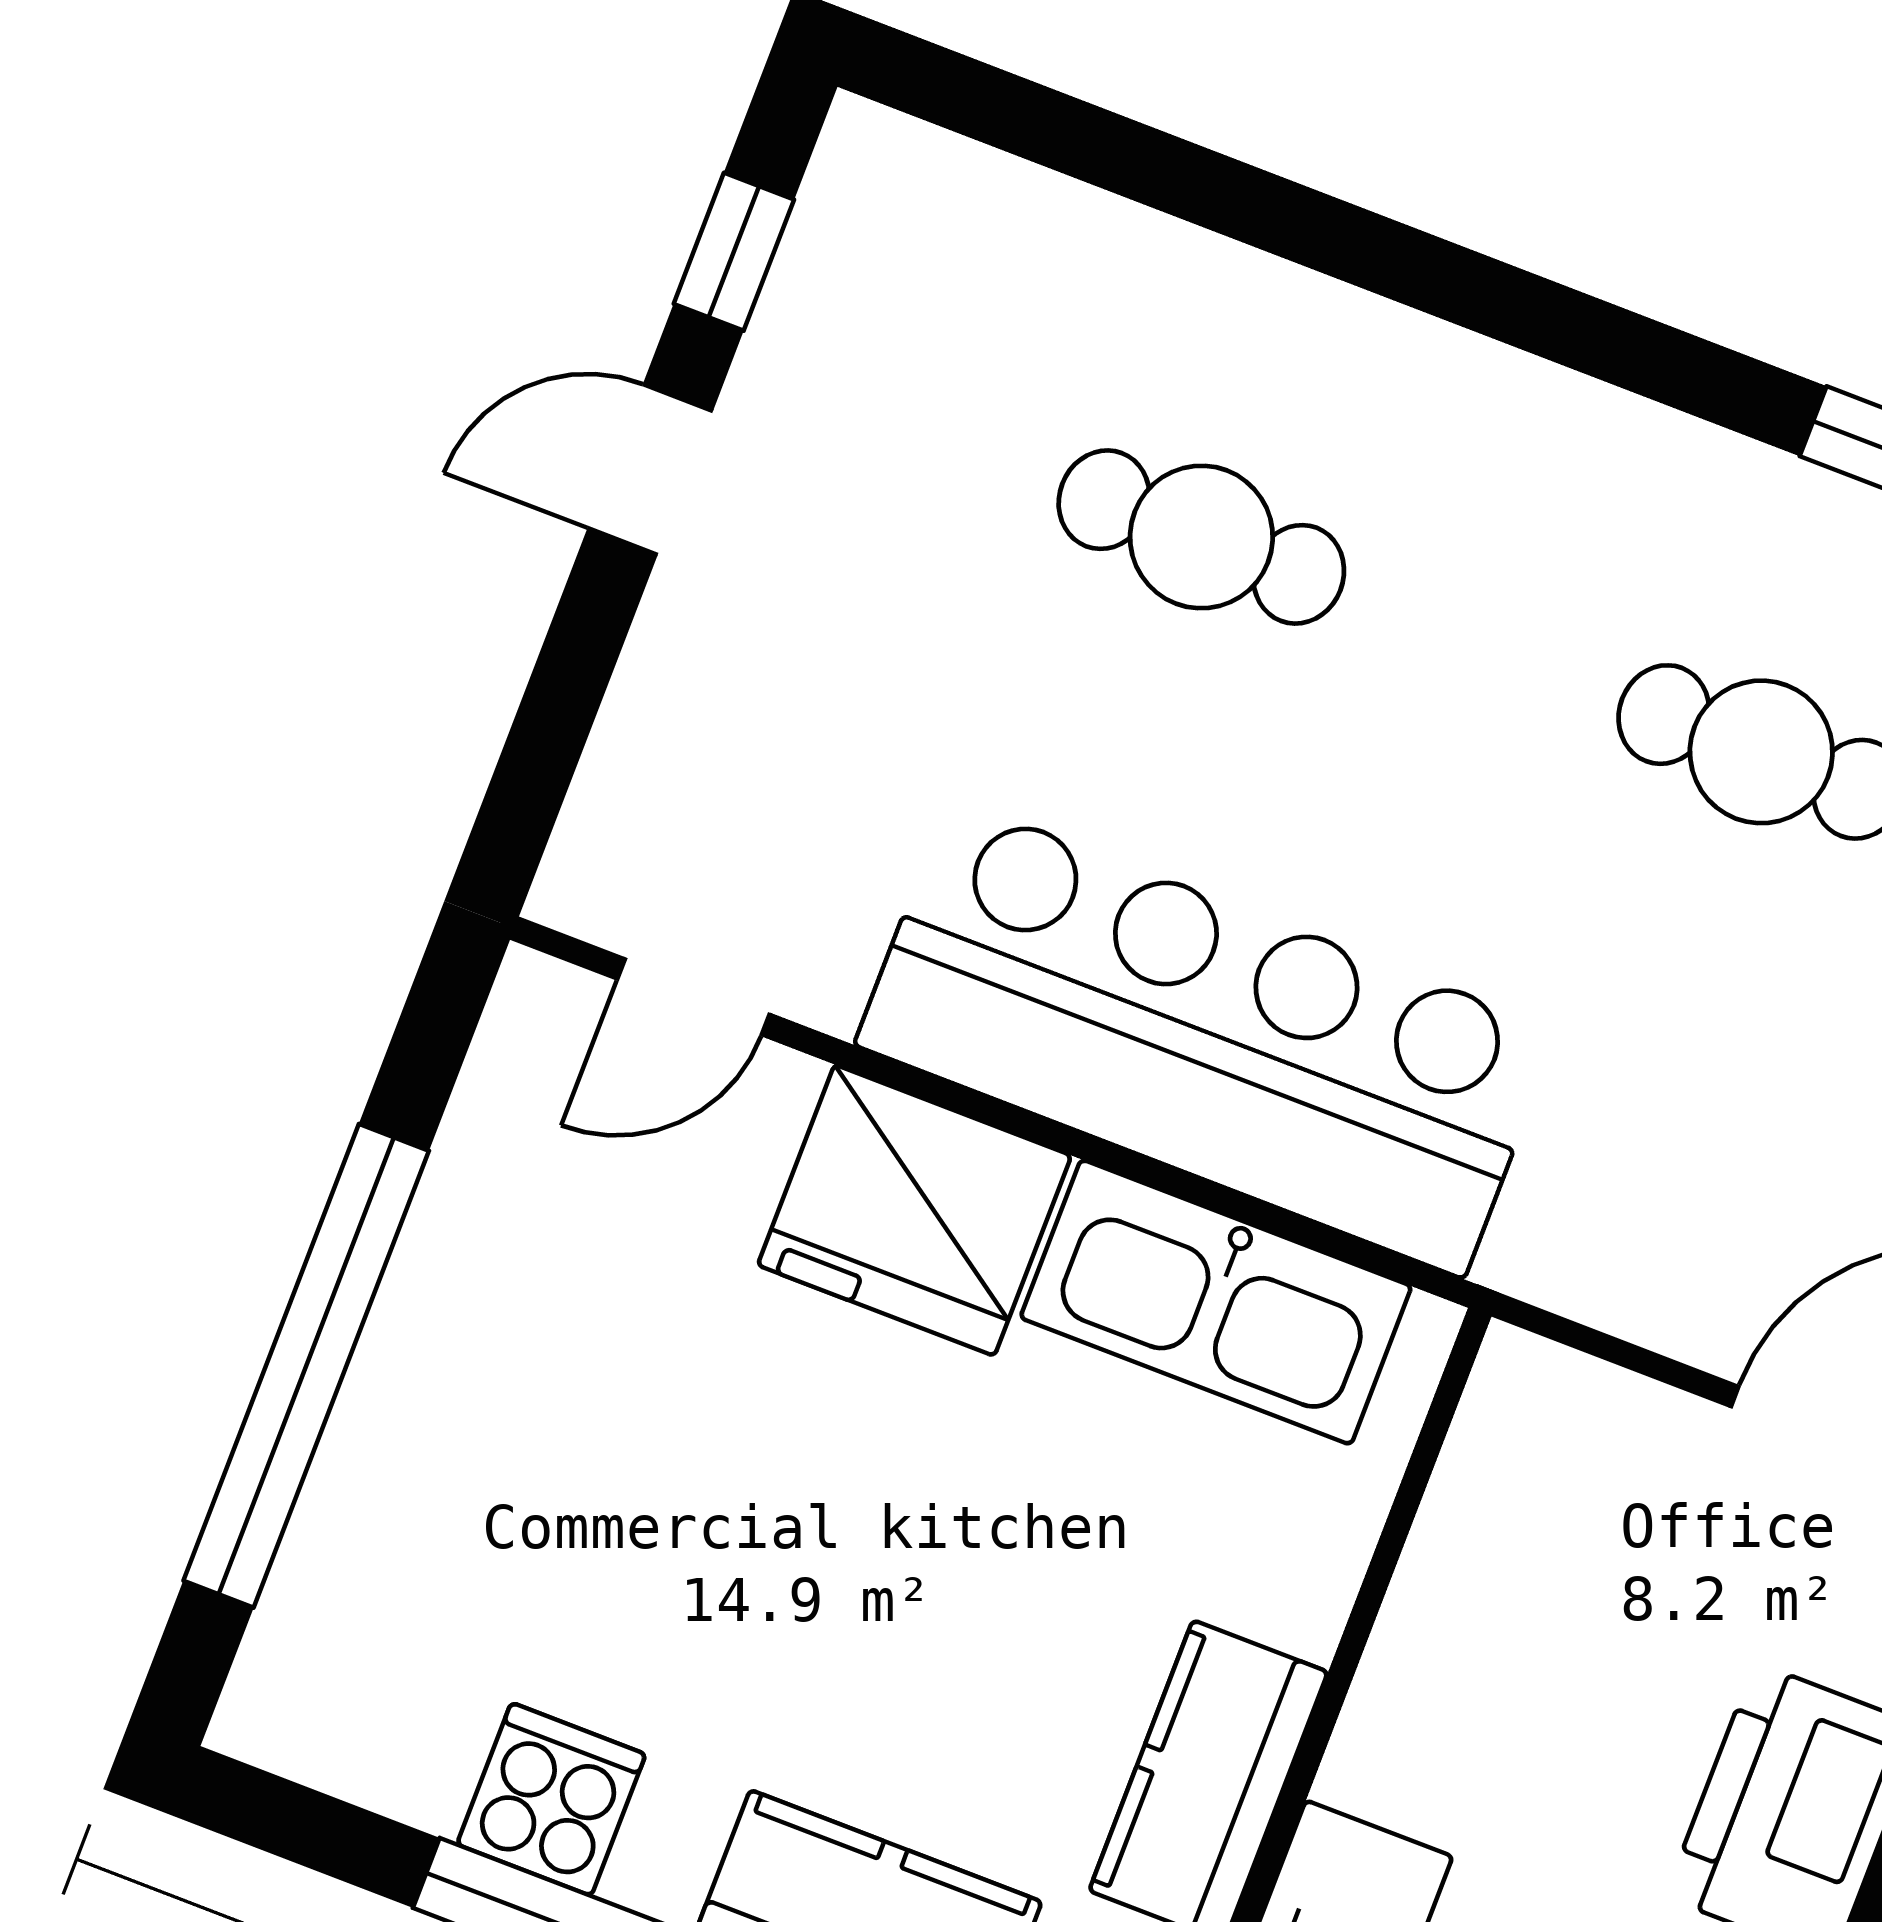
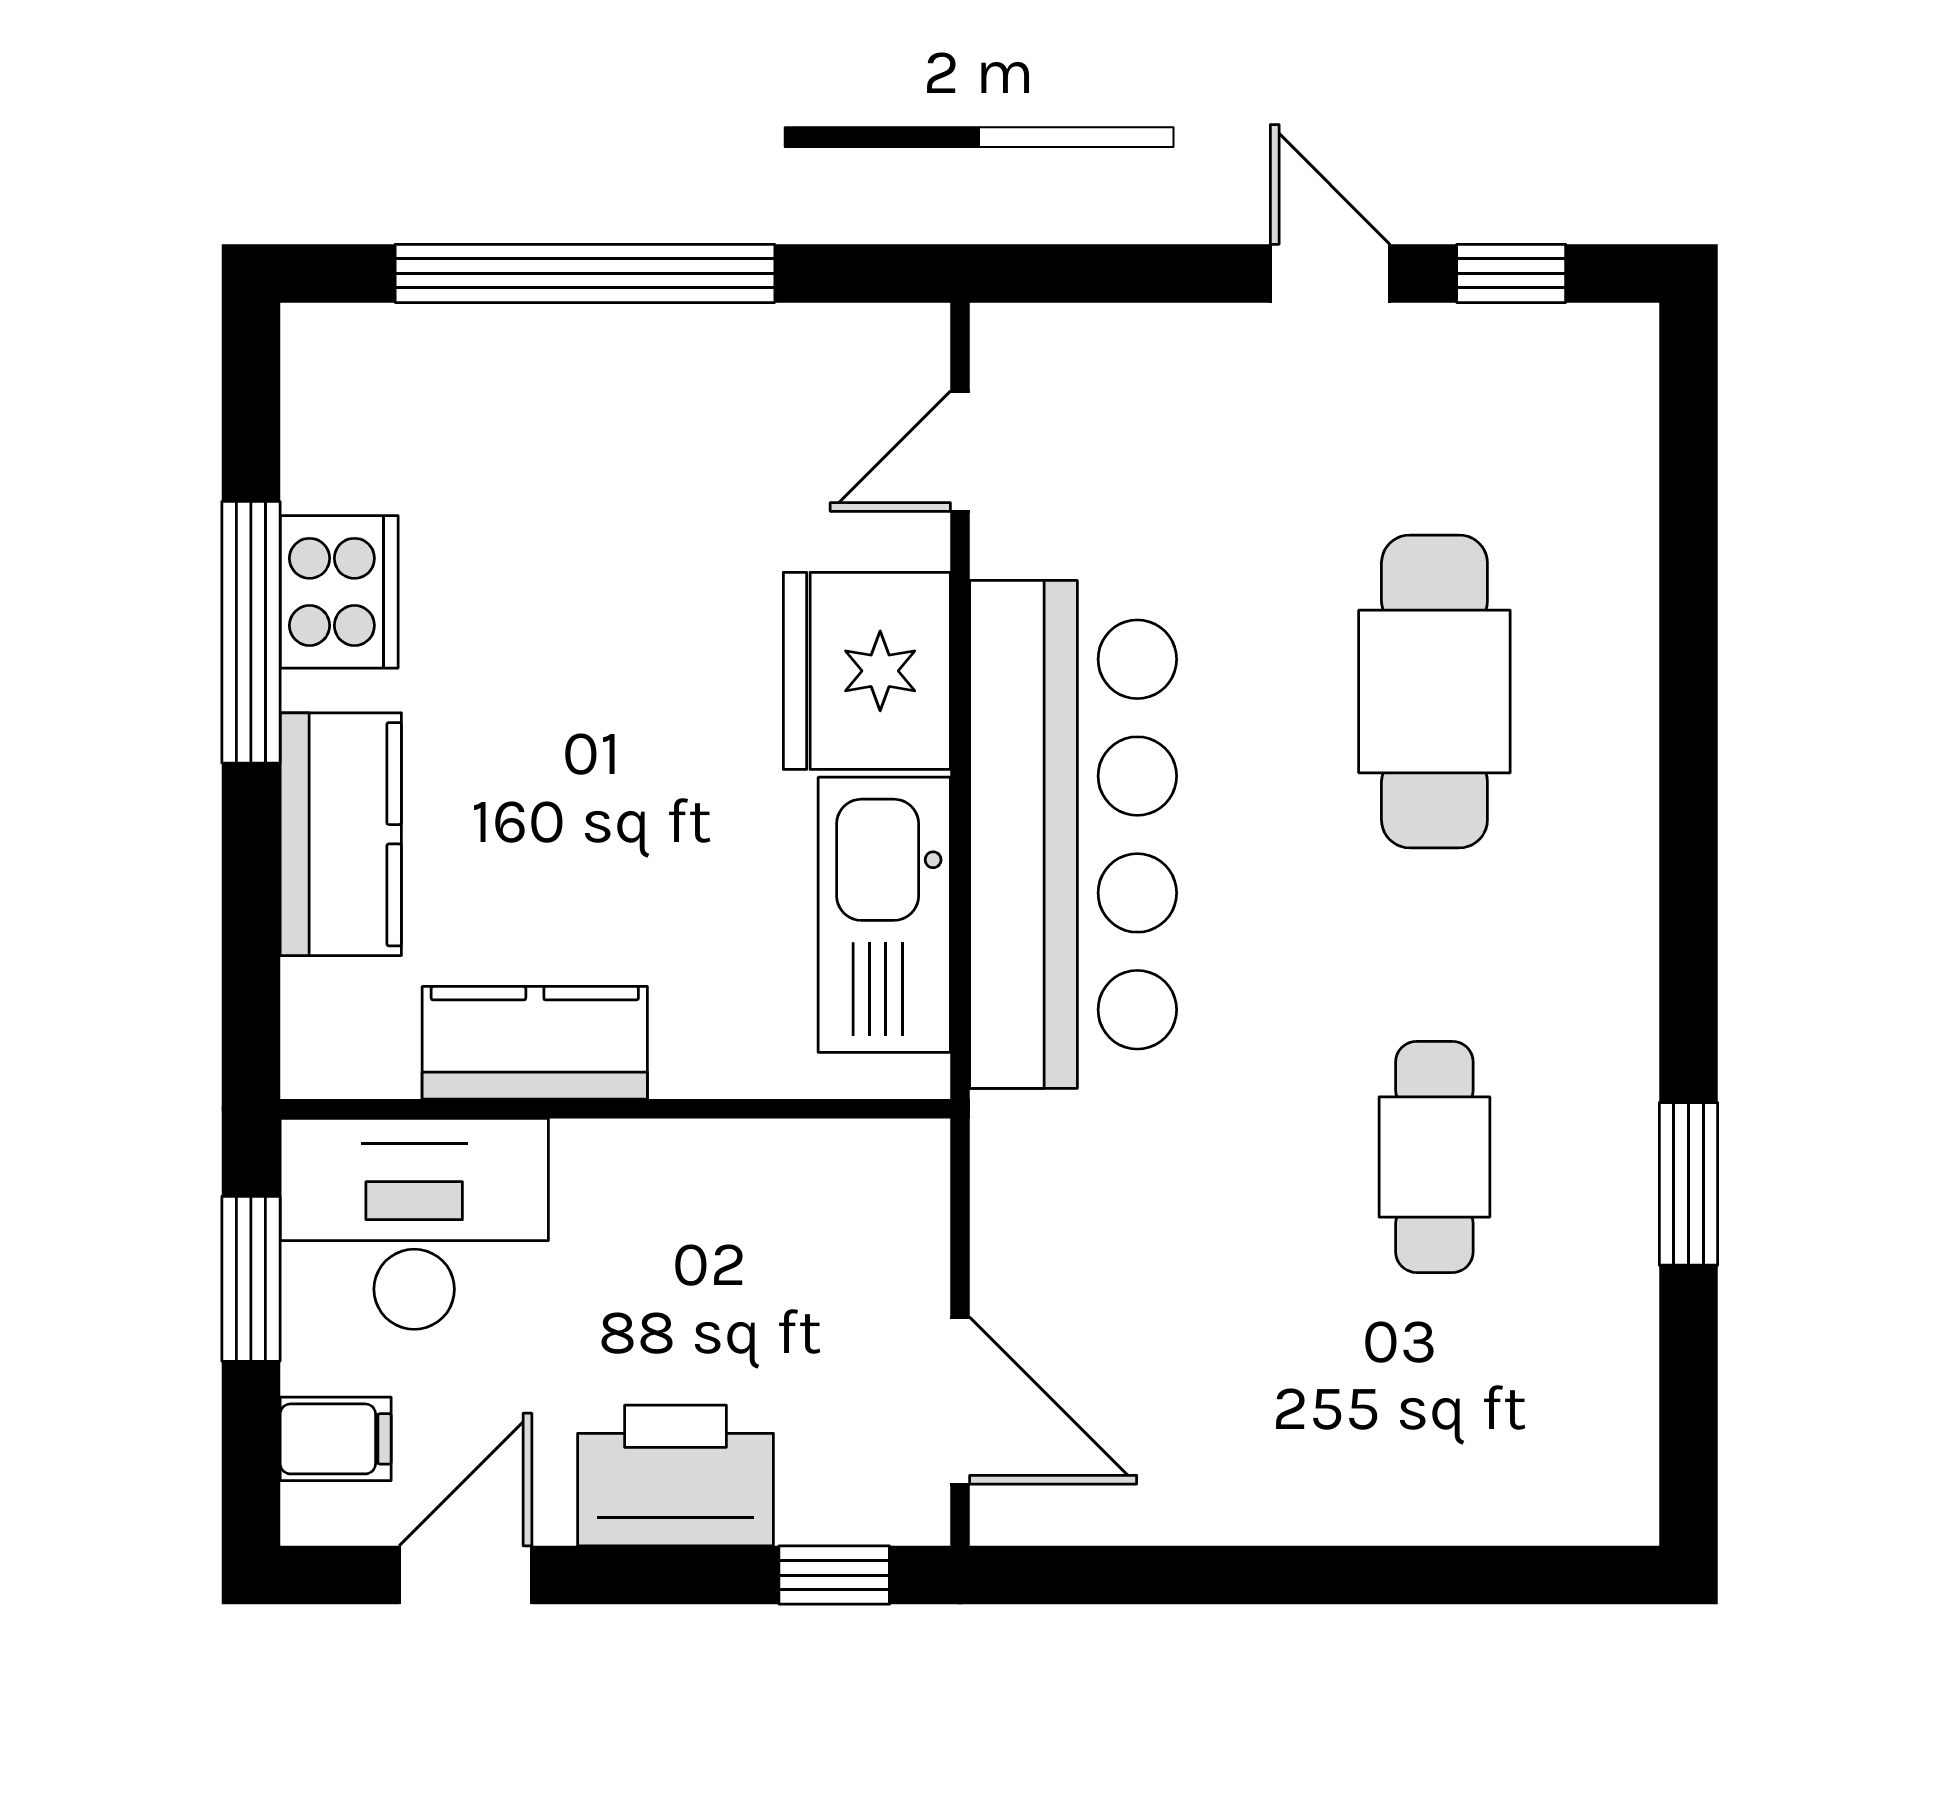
cafe table: (1201, 537) -> (1434, 691), width x1.37, depth x1.35
door: (693, 997) -> (960, 451), hinge flipped
cooker: (551, 1799) -> (339, 592), width x1.36

